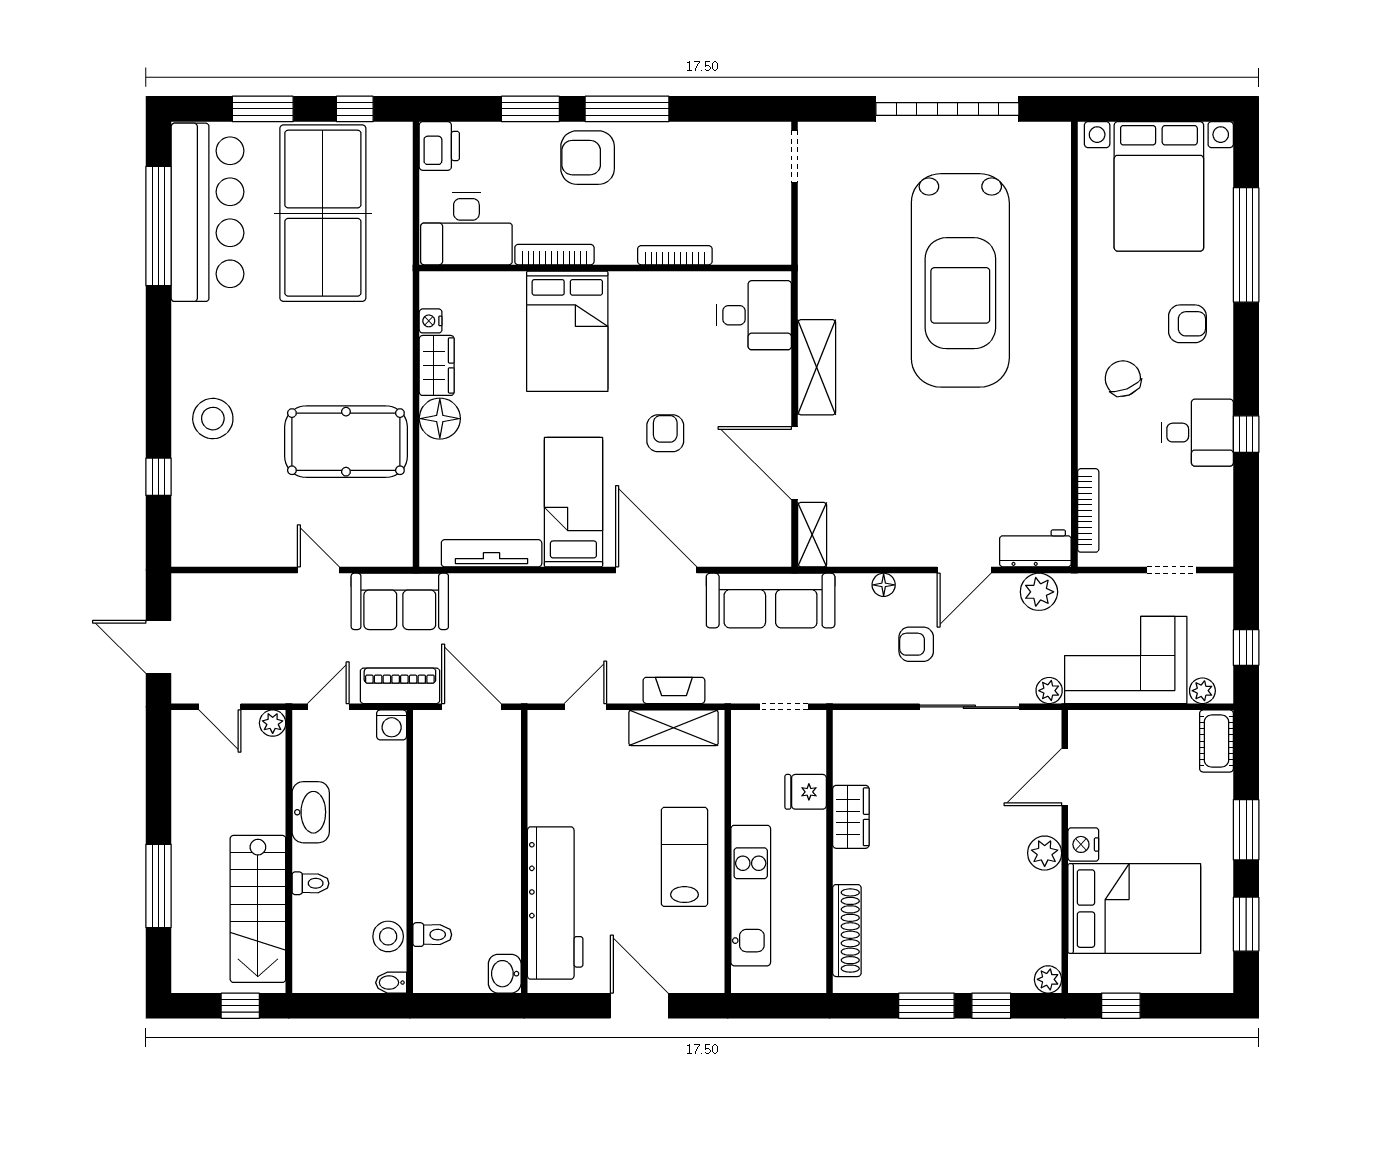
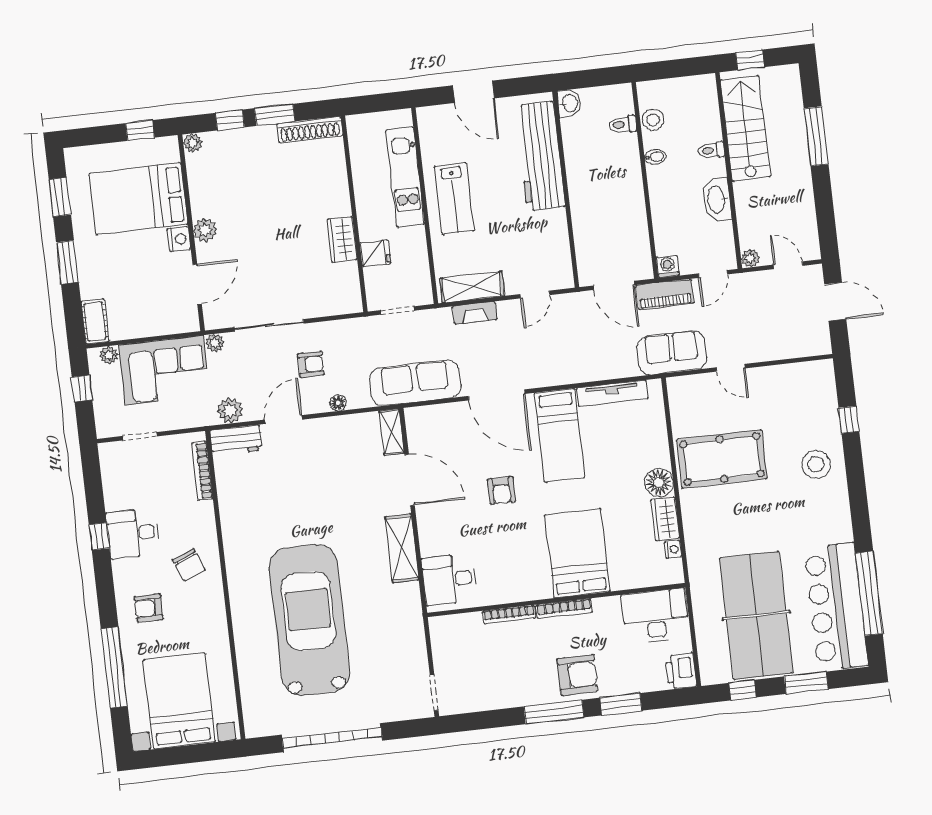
bookcase: (554, 255) -> (564, 609), moved
shoe rack: (847, 931) -> (310, 130), moved, turned -90
bidet: (391, 983) -> (655, 157), moved

